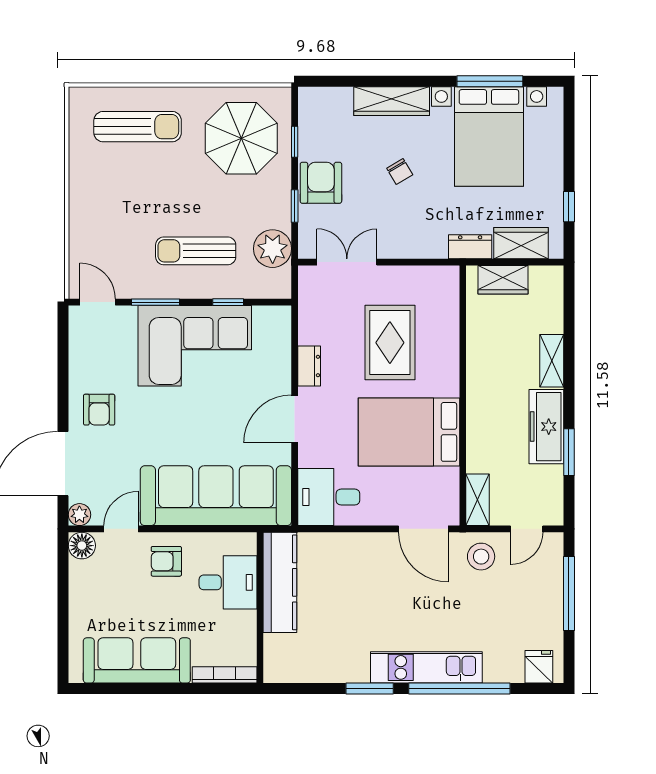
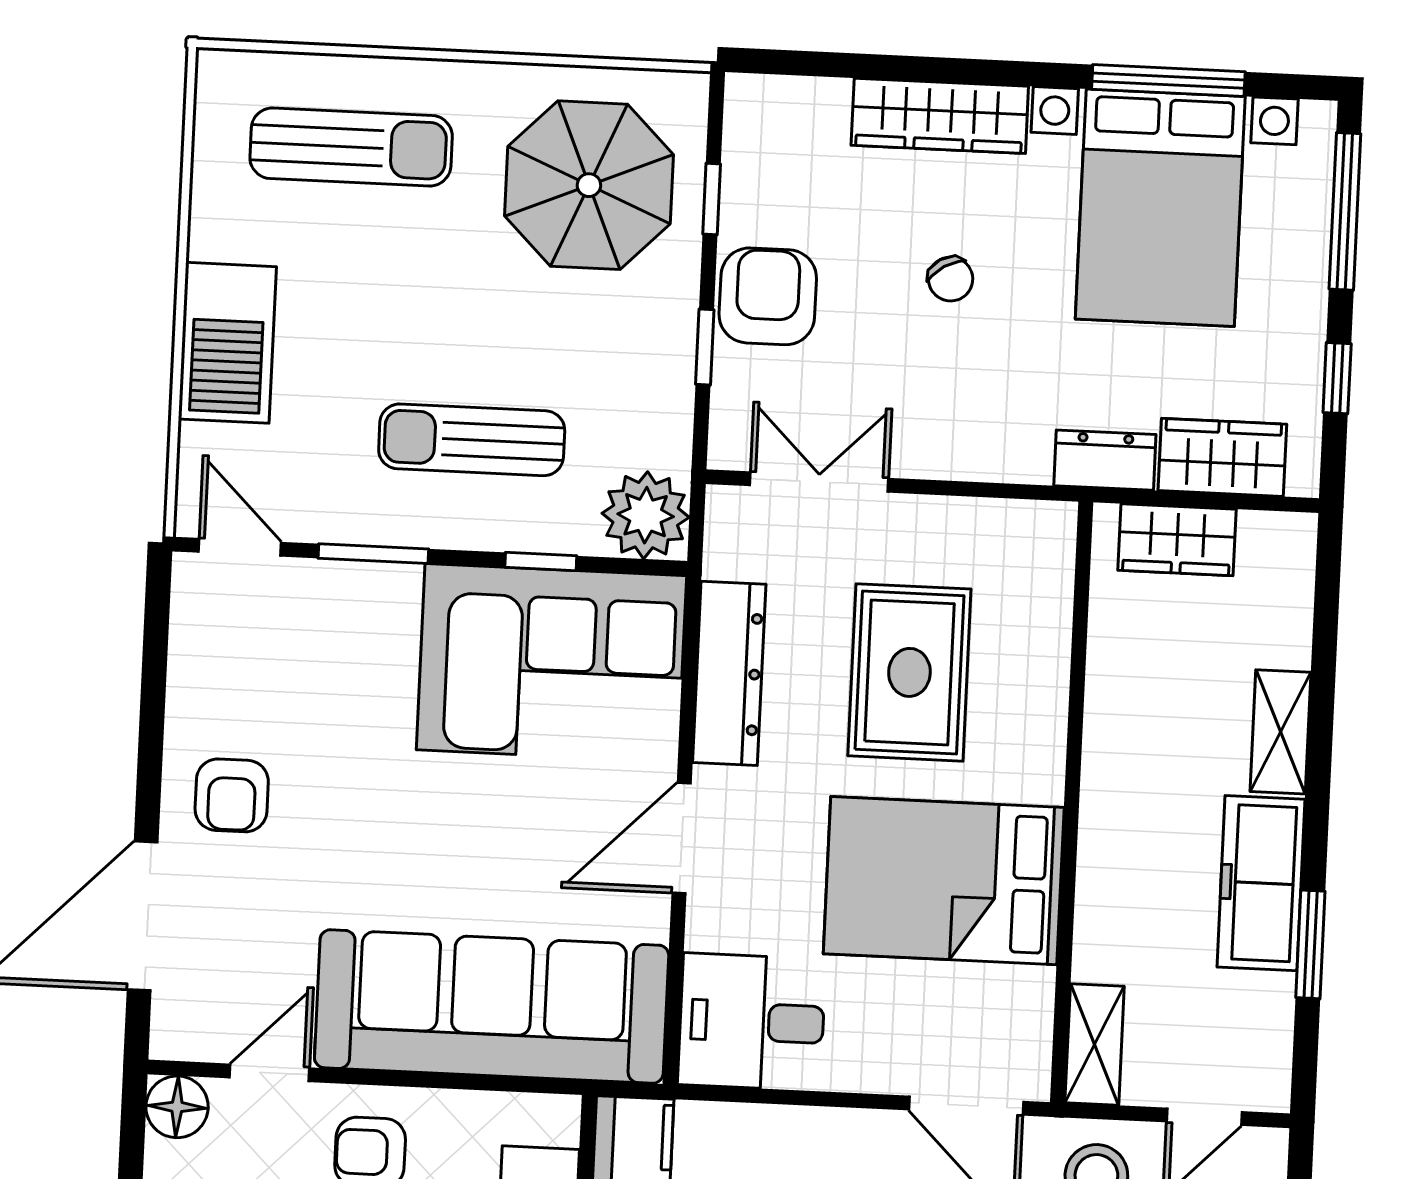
window: (569, 134) -> (1345, 211), added
barbecue: (88, 214) -> (227, 343), added
plant: (273, 249) -> (646, 515), moved
corner sofa: (195, 346) -> (551, 663), moved
dresser: (309, 366) -> (729, 673), width x1.96, depth x1.24
plant: (79, 515) -> (175, 1035), removed

